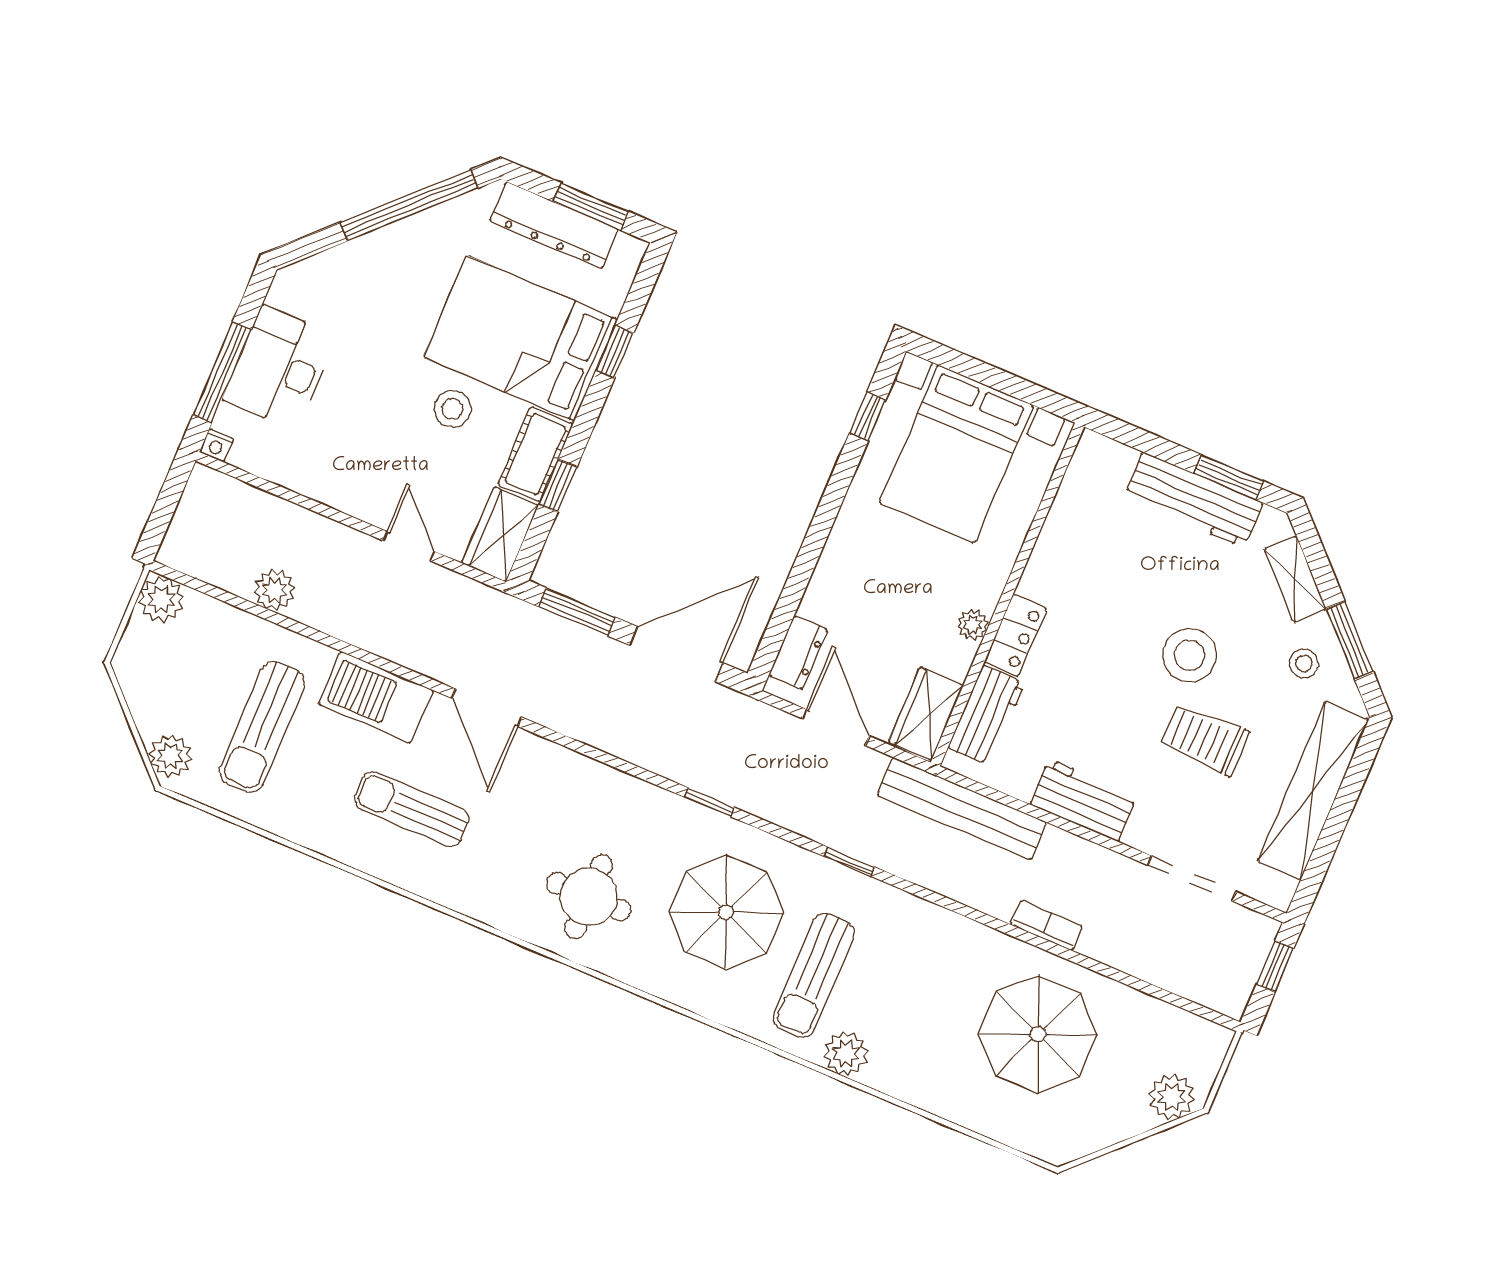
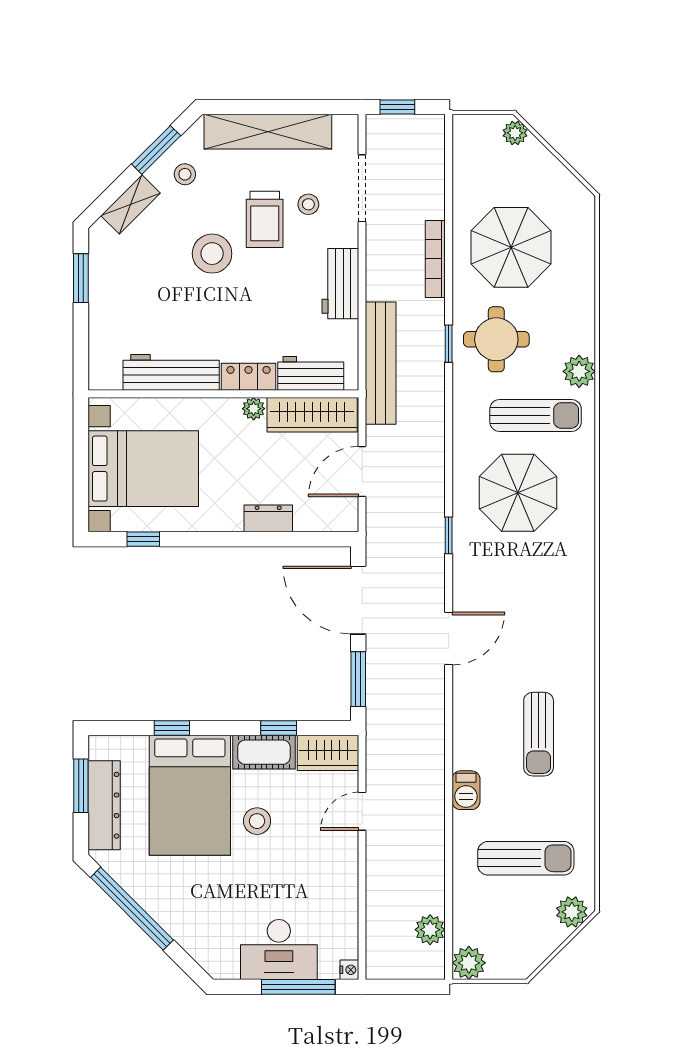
workbench: (1193, 500) -> (171, 372), moved, turned -90
plant: (274, 590) -> (430, 930), moved
dresser: (798, 652) -> (268, 518), moved
barbecue: (376, 697) -> (466, 790), width x0.53, depth x0.65
door: (487, 708) -> (449, 639), moved
wardrobe: (926, 714) -> (312, 415), width x1.50
stool: (1200, 803) -> (308, 204), added
window: (849, 862) -> (449, 344), moved
round table: (589, 897) -> (496, 339), moved
bookcase: (1046, 925) -> (435, 259), width x1.56
plant: (1171, 1097) -> (515, 133), width x0.73, depth x0.73

